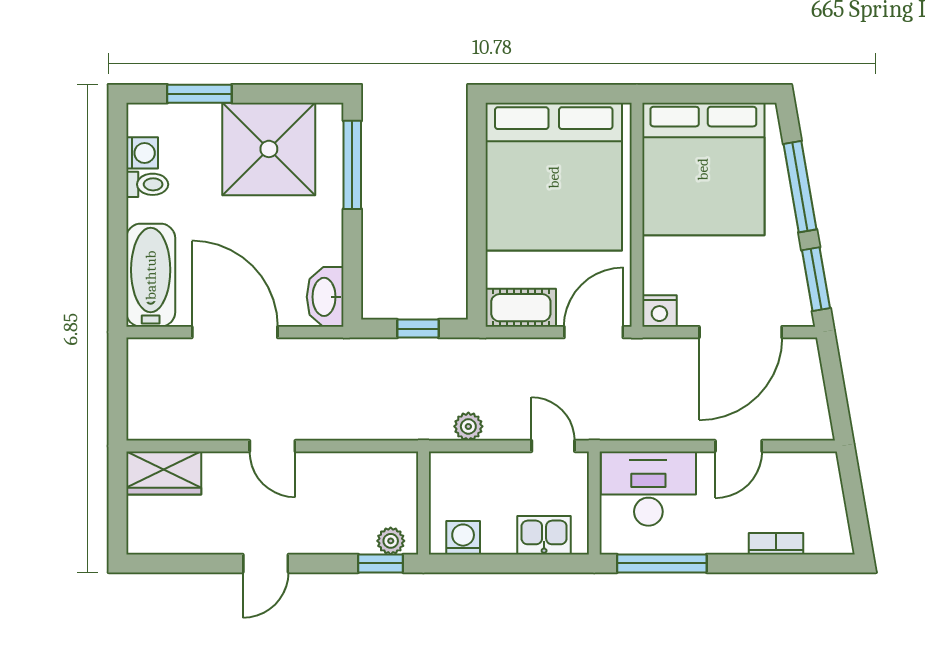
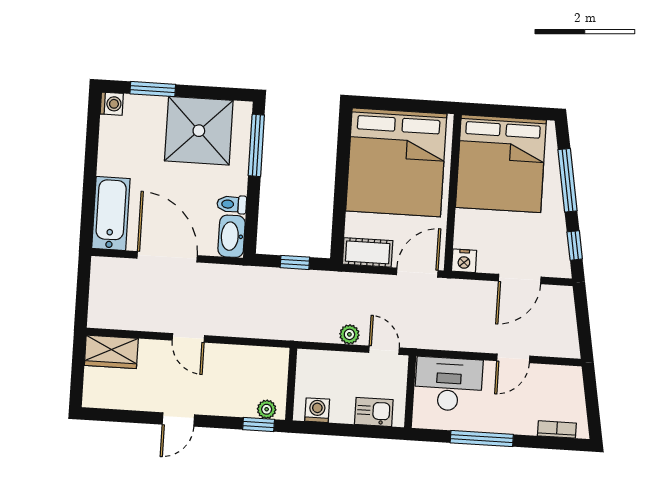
washing machine: (142, 153) -> (112, 104), moved
toilet: (147, 184) -> (232, 204), moved, turned 180
window: (816, 279) -> (575, 245), width x0.67
door: (741, 332) -> (520, 279), width x0.73
plant: (468, 426) -> (349, 334), moved
bookcase: (776, 544) -> (557, 429), moved
window: (662, 563) -> (482, 439), moved

